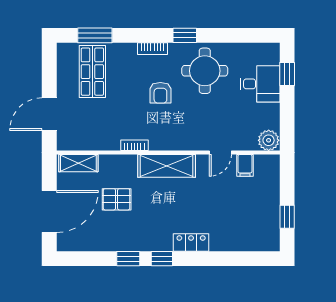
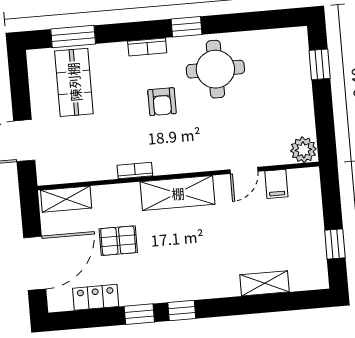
desk: (260, 84) -> (287, 80), removed
locker: (191, 242) -> (96, 297), moved
shelving: (229, 243) -> (264, 283), added

